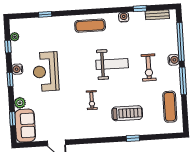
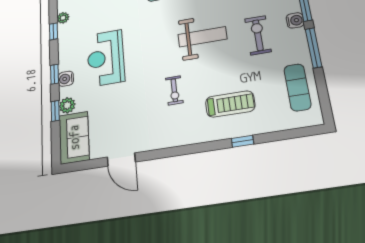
exercise bike: (149, 67) -> (258, 35), turned 180
water cooler: (17, 69) -> (66, 79), moved
window: (12, 119) -> (55, 111), moved

